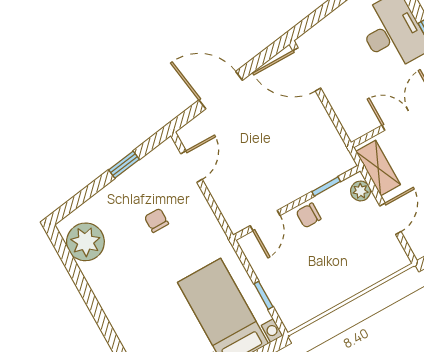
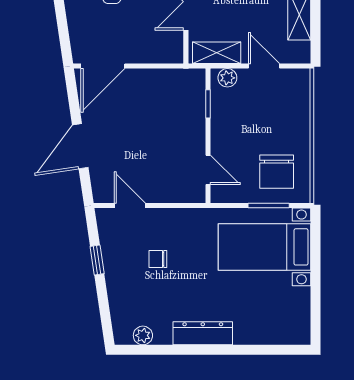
chair: (309, 215) -> (277, 172), moved, width x1.87, depth x1.87
plant: (85, 242) -> (143, 335), width x0.53, depth x0.53
window: (263, 295) -> (269, 205), width x1.50
dresser: (111, 301) -> (203, 333), added

